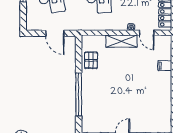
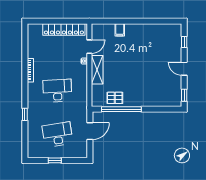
window: (79, 94) -> (121, 109), moved

